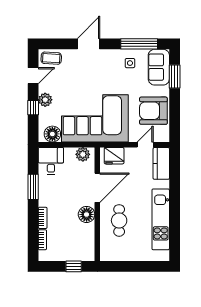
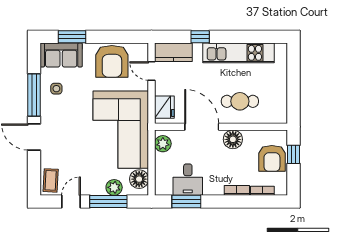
window: (139, 44) -> (34, 95), moved
door: (33, 76) -> (71, 202), hinge flipped
plant: (45, 100) -> (114, 187), moved
window: (33, 108) -> (108, 202), width x2.17
desk: (51, 161) -> (188, 180), moved, turned -90
window: (175, 186) -> (200, 37), added
window: (33, 187) -> (186, 202), moved
armchair: (70, 248) -> (272, 158), added

